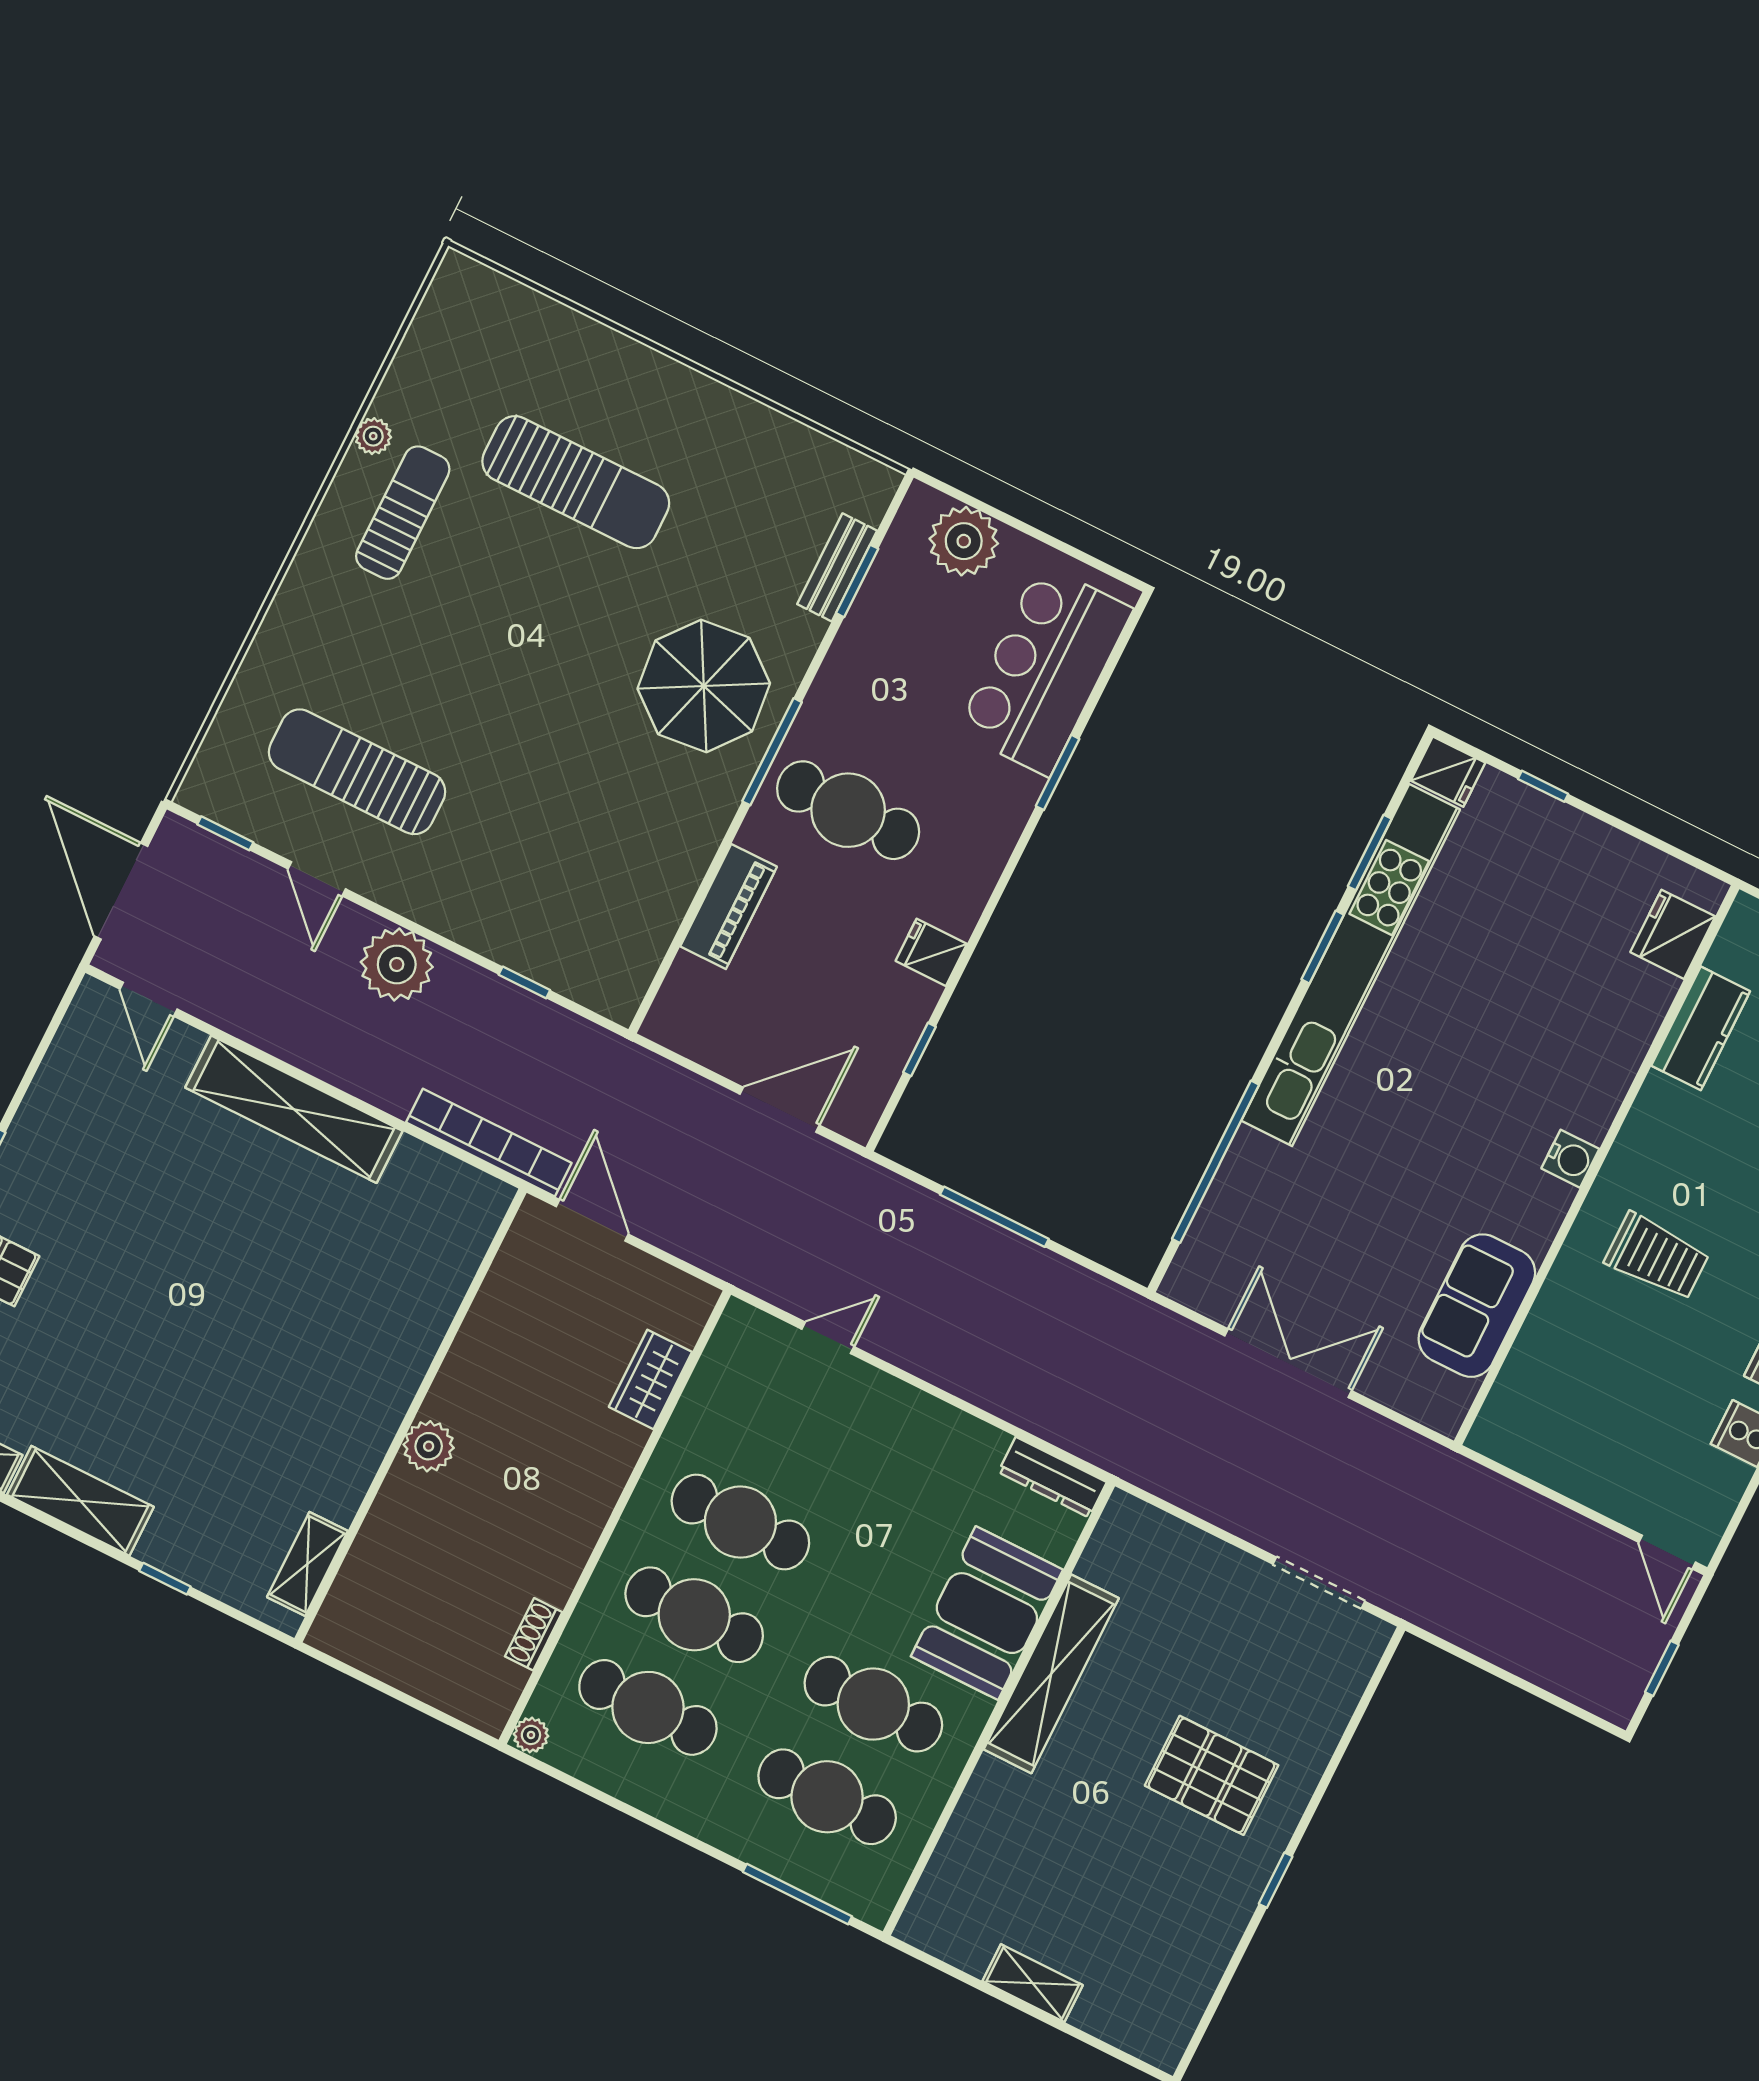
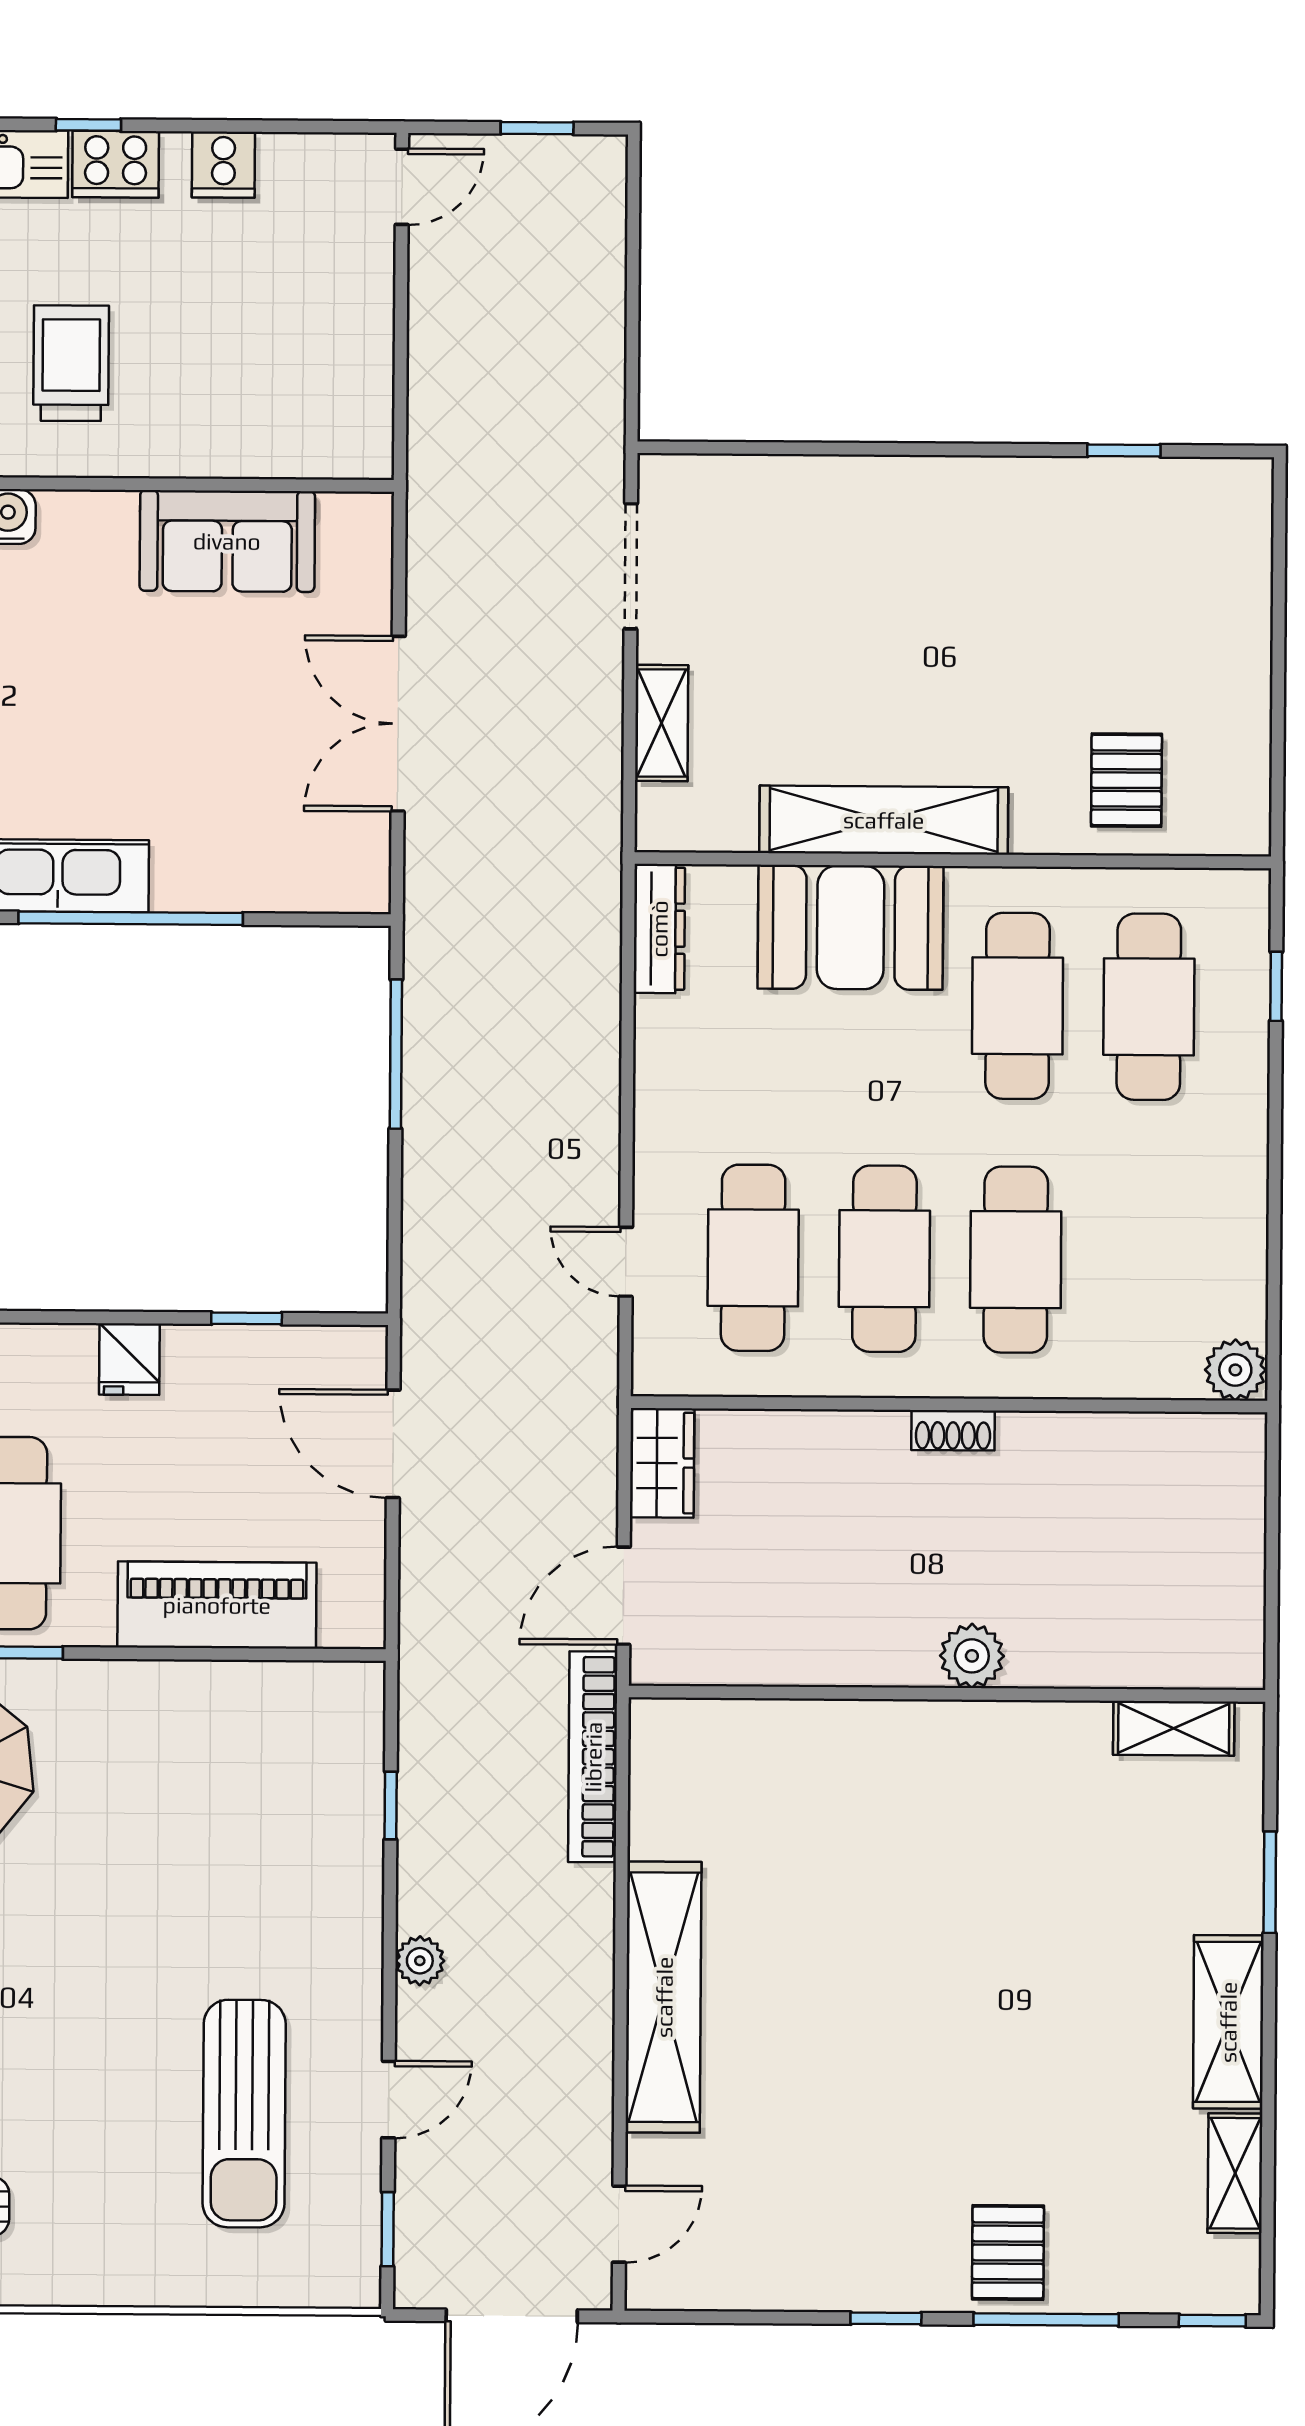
piano: (729, 907) -> (217, 1605), width x1.37, depth x1.33
plant: (397, 964) -> (420, 1961), width x0.53, depth x0.53
window: (1216, 1162) -> (131, 918), moved
window: (994, 1217) -> (396, 1054), moved
wardrobe: (650, 1379) -> (662, 1463), moved, turned -90
window: (165, 1579) -> (1270, 1882), width x1.50
shoe rack: (534, 1634) -> (953, 1430), moved
cafe table: (648, 1707) -> (753, 1258), moved
plant: (531, 1735) -> (1235, 1370), width x1.38, depth x1.38
pallet: (1212, 1775) -> (1126, 780), moved, width x0.67, depth x0.71
window: (1276, 1880) -> (1124, 450), moved
window: (797, 1894) -> (1276, 986), width x0.46
shelving: (1033, 1983) -> (662, 723), moved

